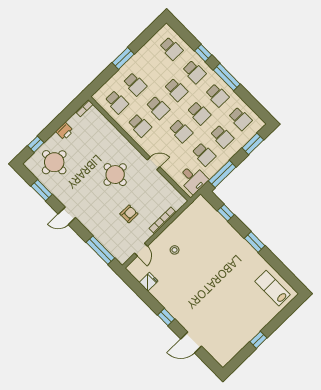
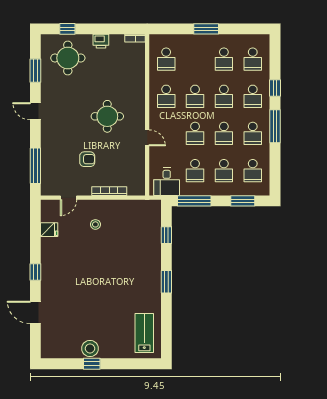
school desk: (135, 84) -> (224, 59), moved
stool: (248, 331) -> (90, 348), added

